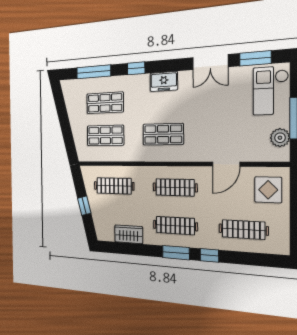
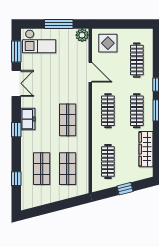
window: (136, 68) -> (16, 130), moved
window: (94, 72) -> (16, 179), width x0.46
plant: (280, 138) -> (82, 35), moved
wardrobe: (129, 234) -> (146, 149), width x1.50

